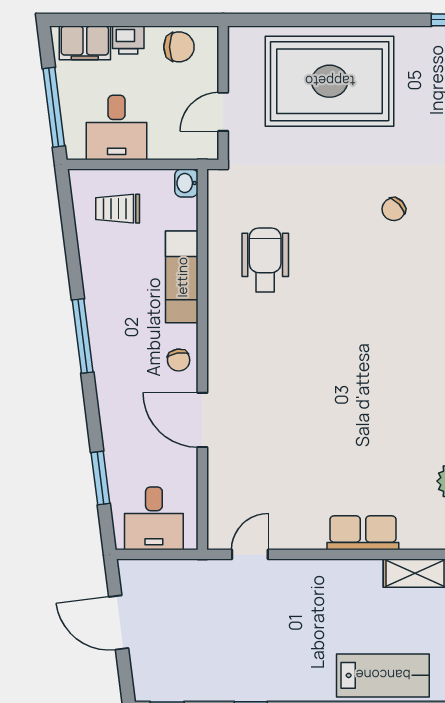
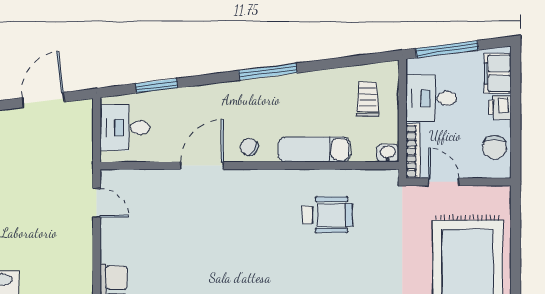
bookcase: (184, 151) -> (413, 151), added
chair: (179, 360) -> (249, 147), turned 39

